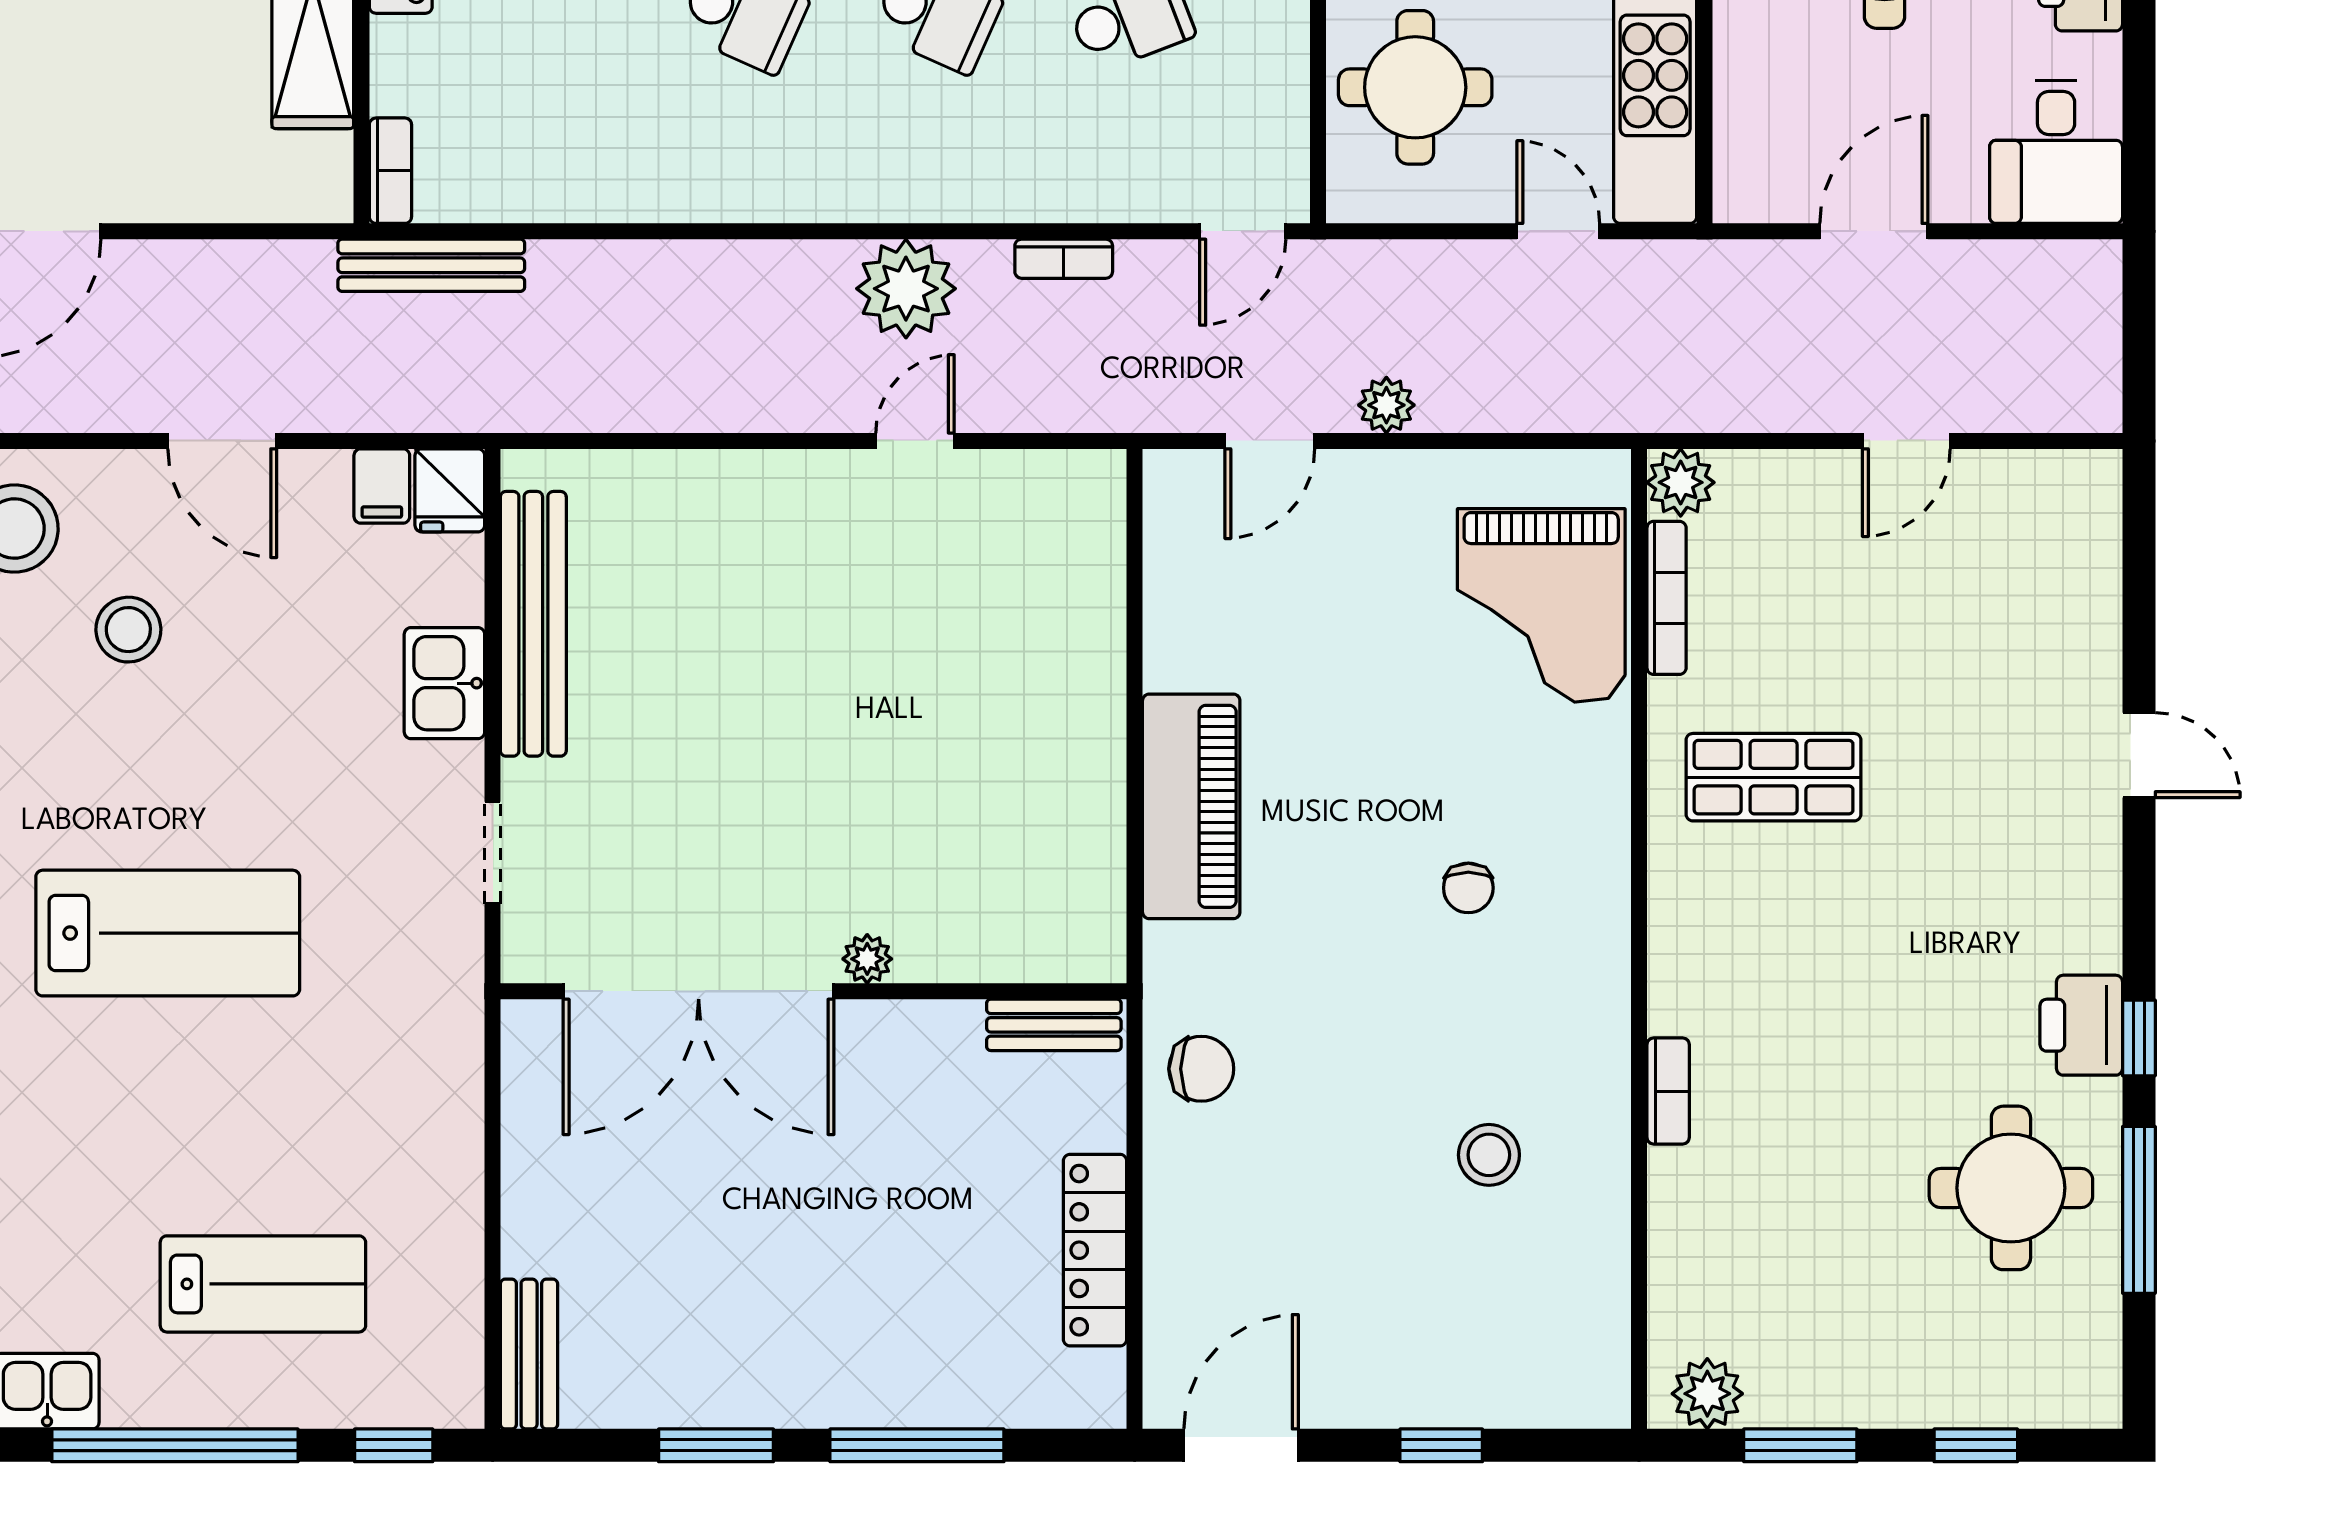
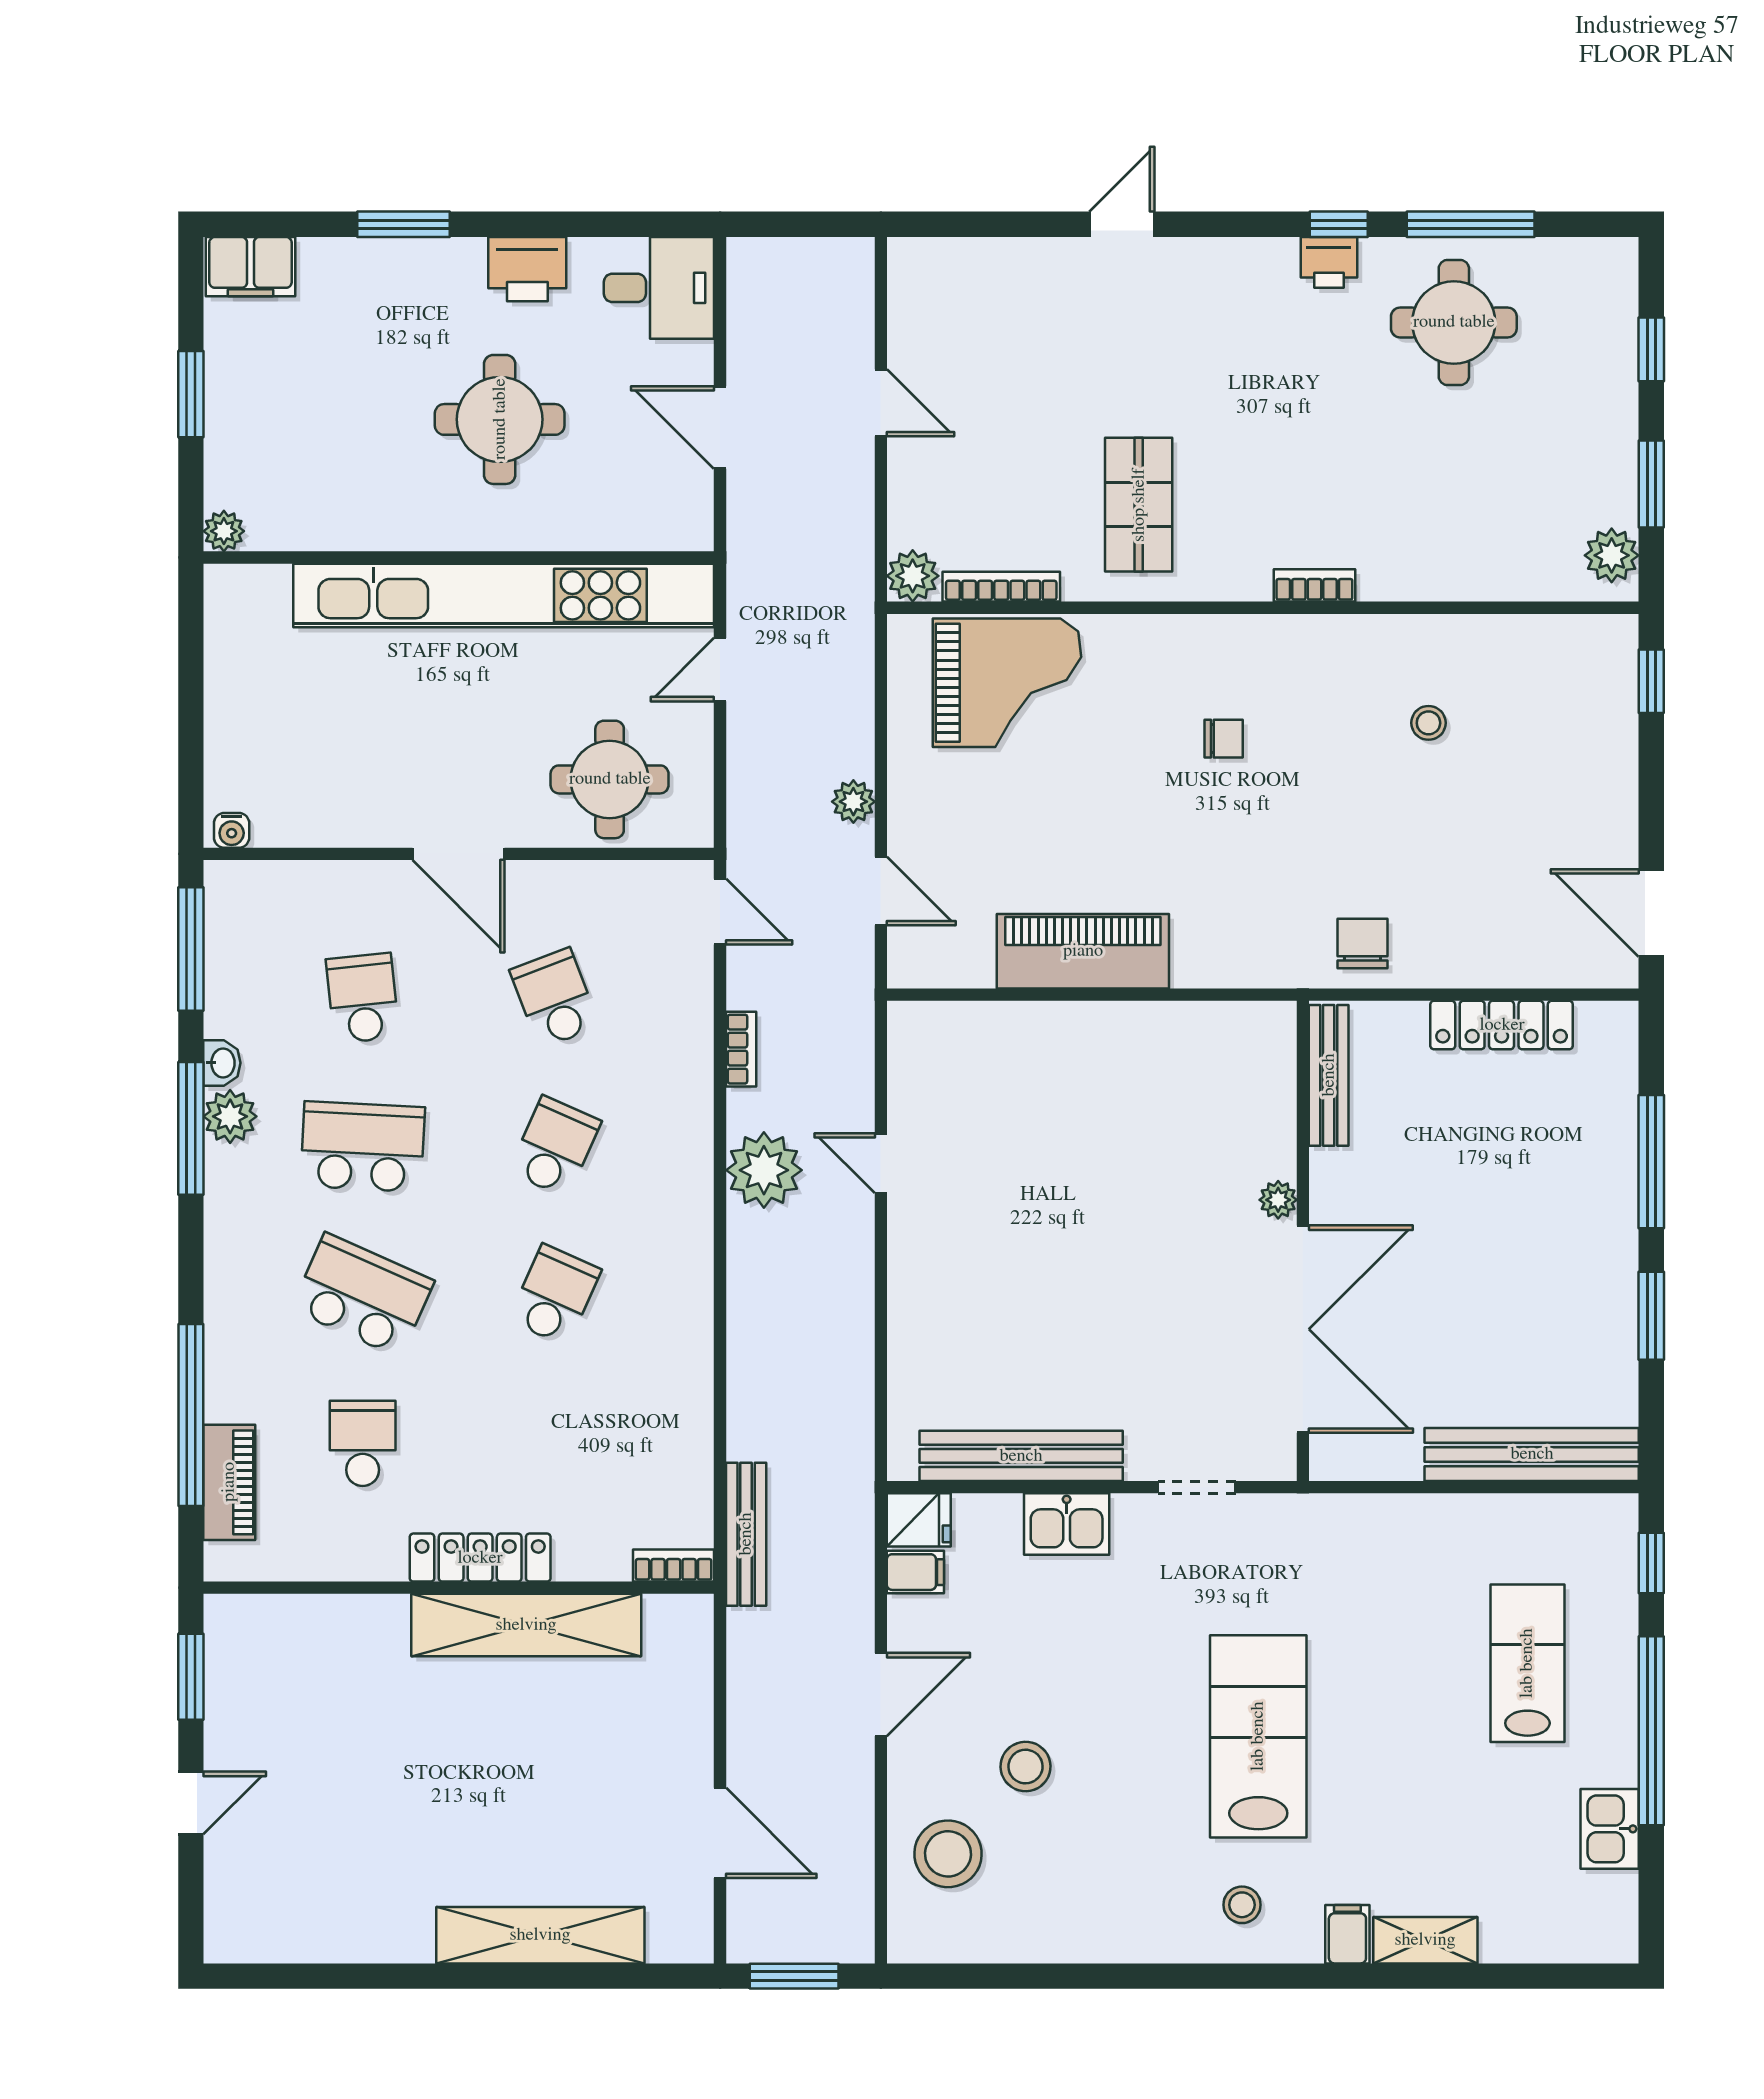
piano: (1191, 806) -> (1083, 951), moved
bench: (1054, 1025) -> (1329, 1075), width x1.36
printer: (2081, 1025) -> (1329, 262), width x0.73, depth x0.81
bookcase: (1668, 1091) -> (1314, 585), moved
stool: (1489, 1155) -> (1428, 723), width x0.73, depth x0.73
bench: (529, 1354) -> (1532, 1454), width x1.86, depth x1.21
window: (1441, 1445) -> (1651, 681), moved

